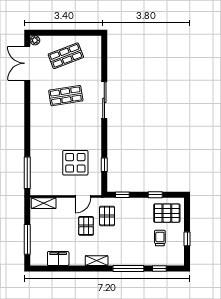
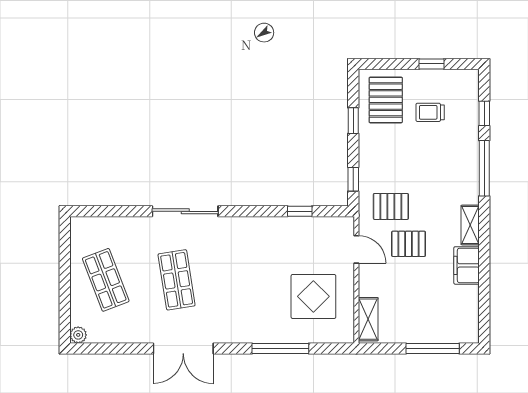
double door: (27, 63) -> (183, 348), moved
display table: (75, 163) -> (313, 296), moved
window: (27, 173) -> (280, 348), moved
filing cabinet: (58, 258) -> (467, 265), moved

